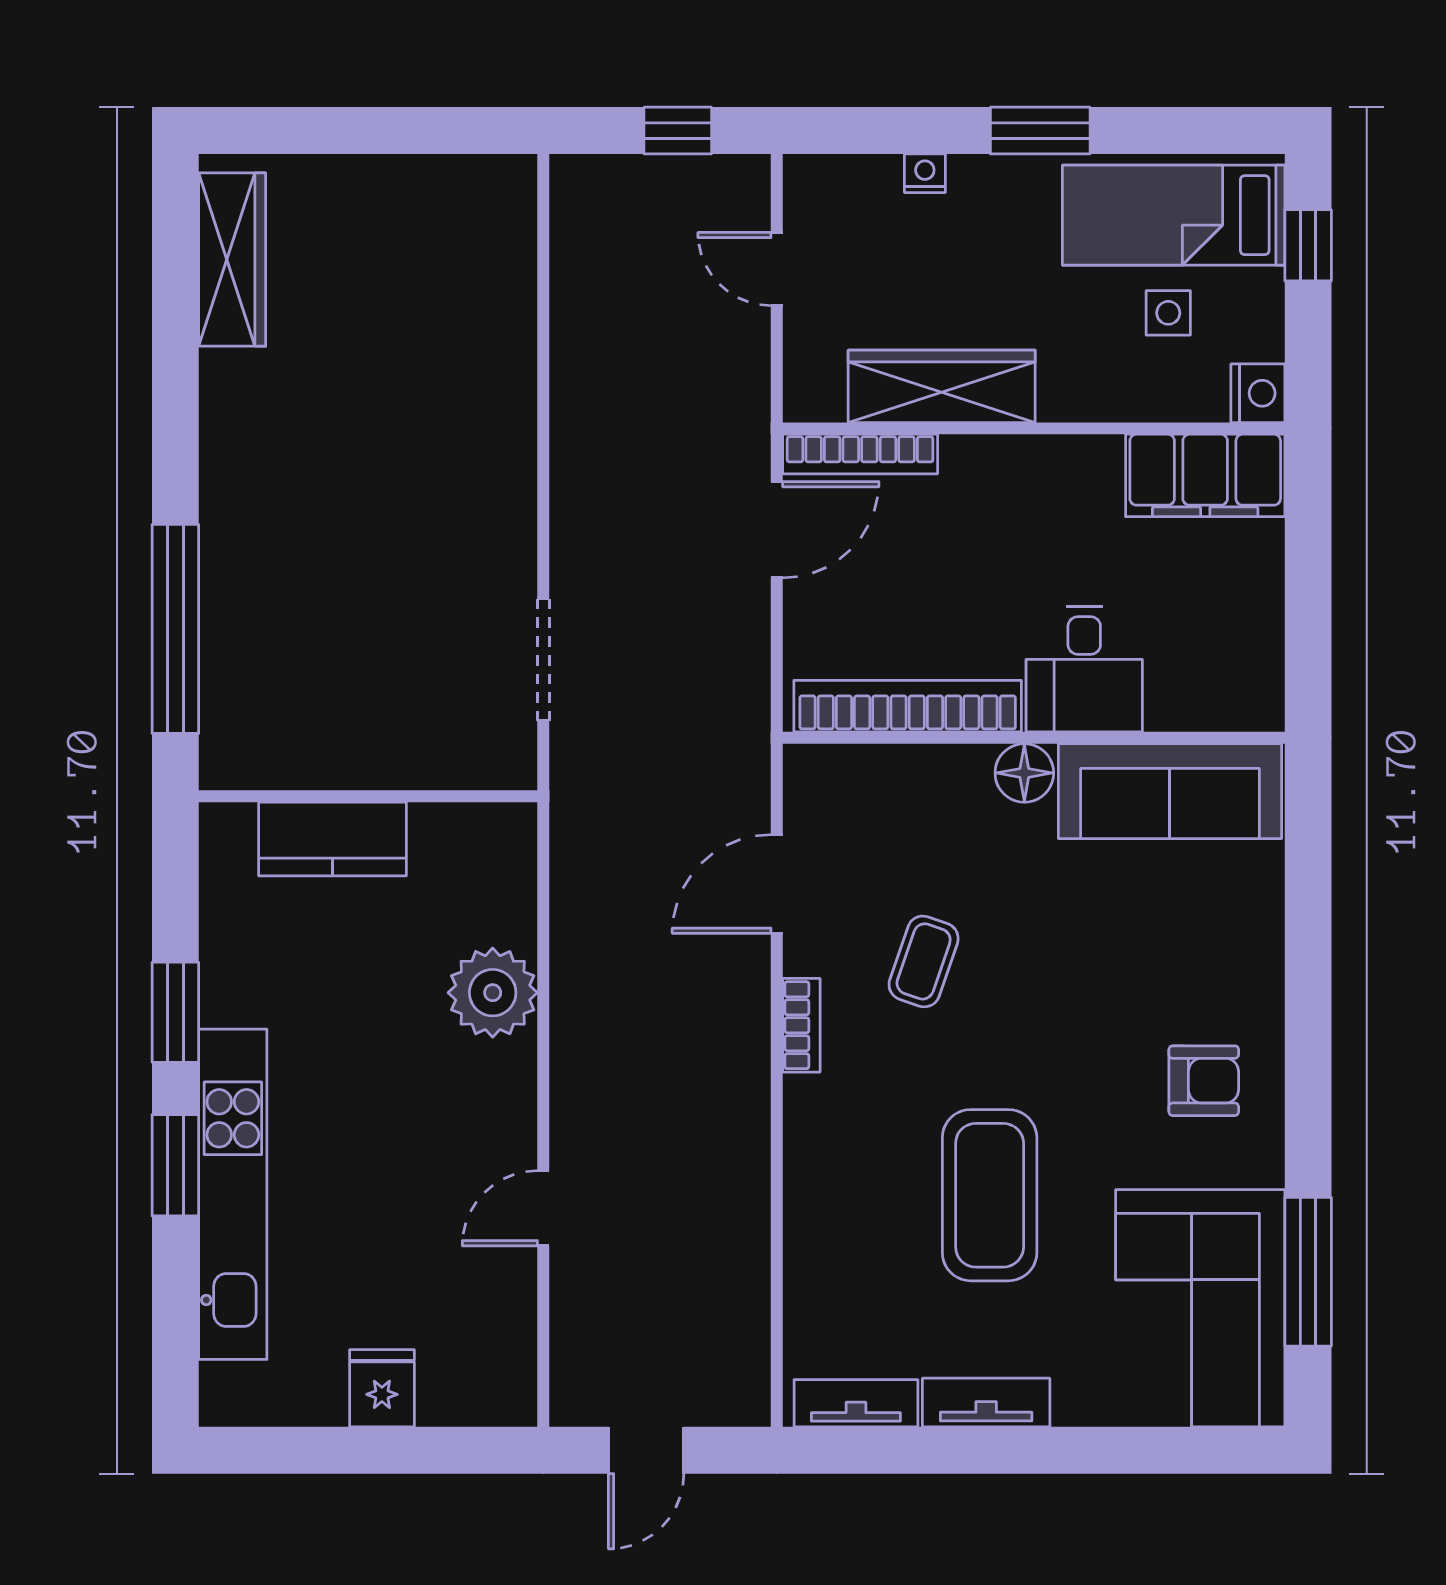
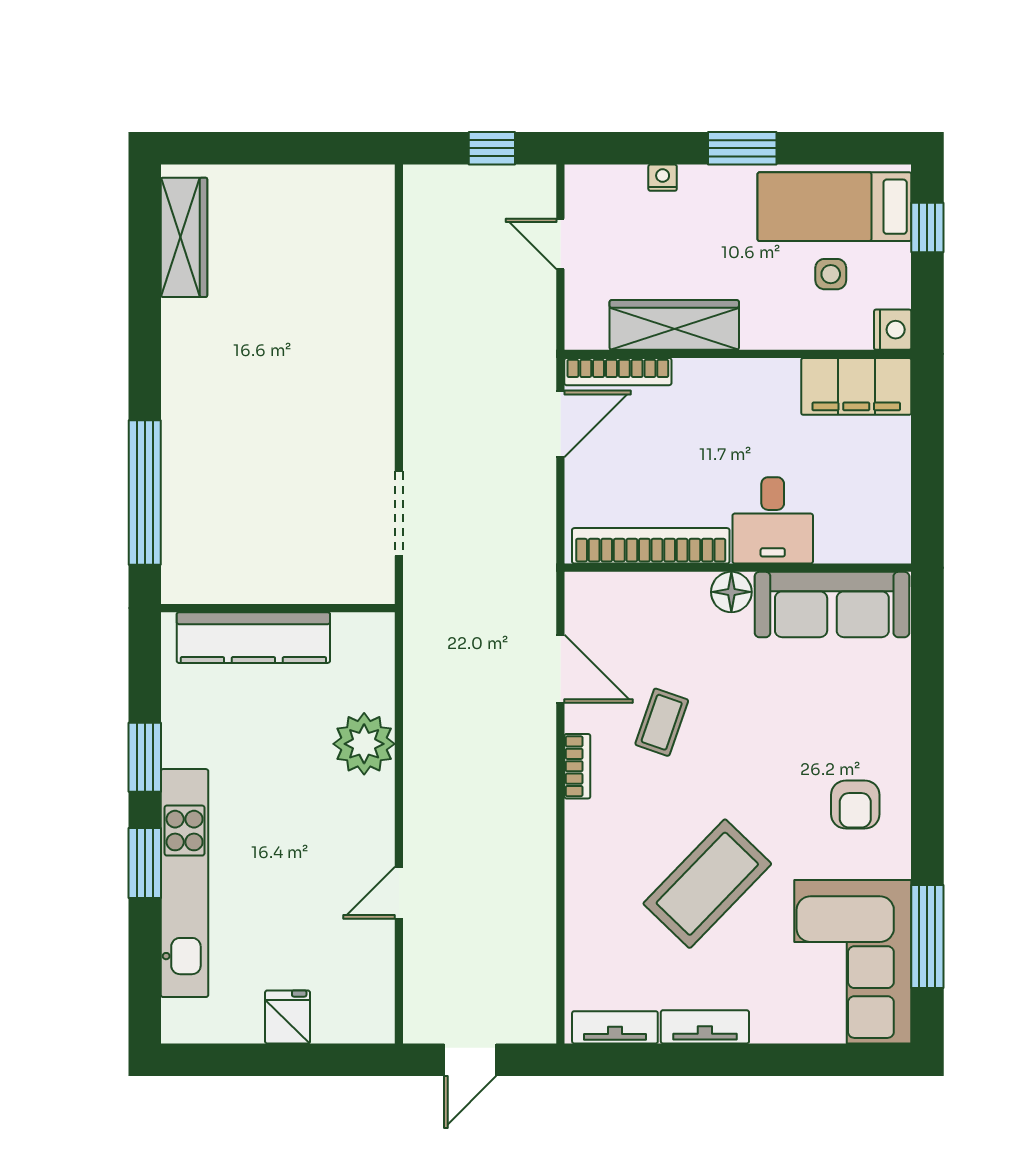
kitchen counter: (333, 839) -> (253, 638), width x1.50
door: (777, 884) -> (560, 669), swing flipped
armchair: (1204, 1081) -> (855, 805), turned 90
coffee table: (990, 1195) -> (707, 884), turned 44

